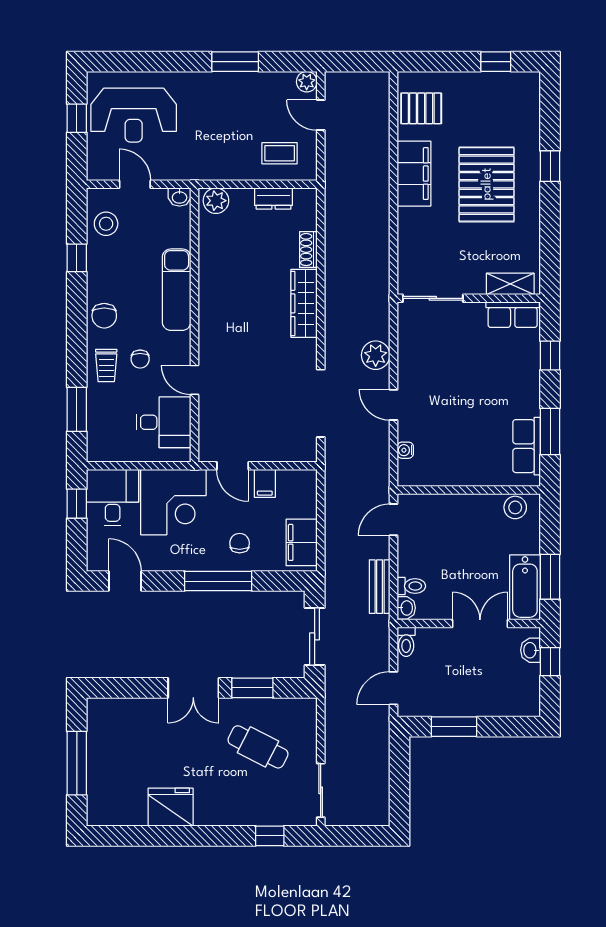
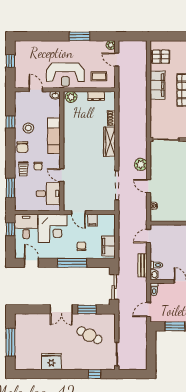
reception desk: (134, 115) -> (65, 75), moved
stool: (106, 224) -> (28, 128), moved

